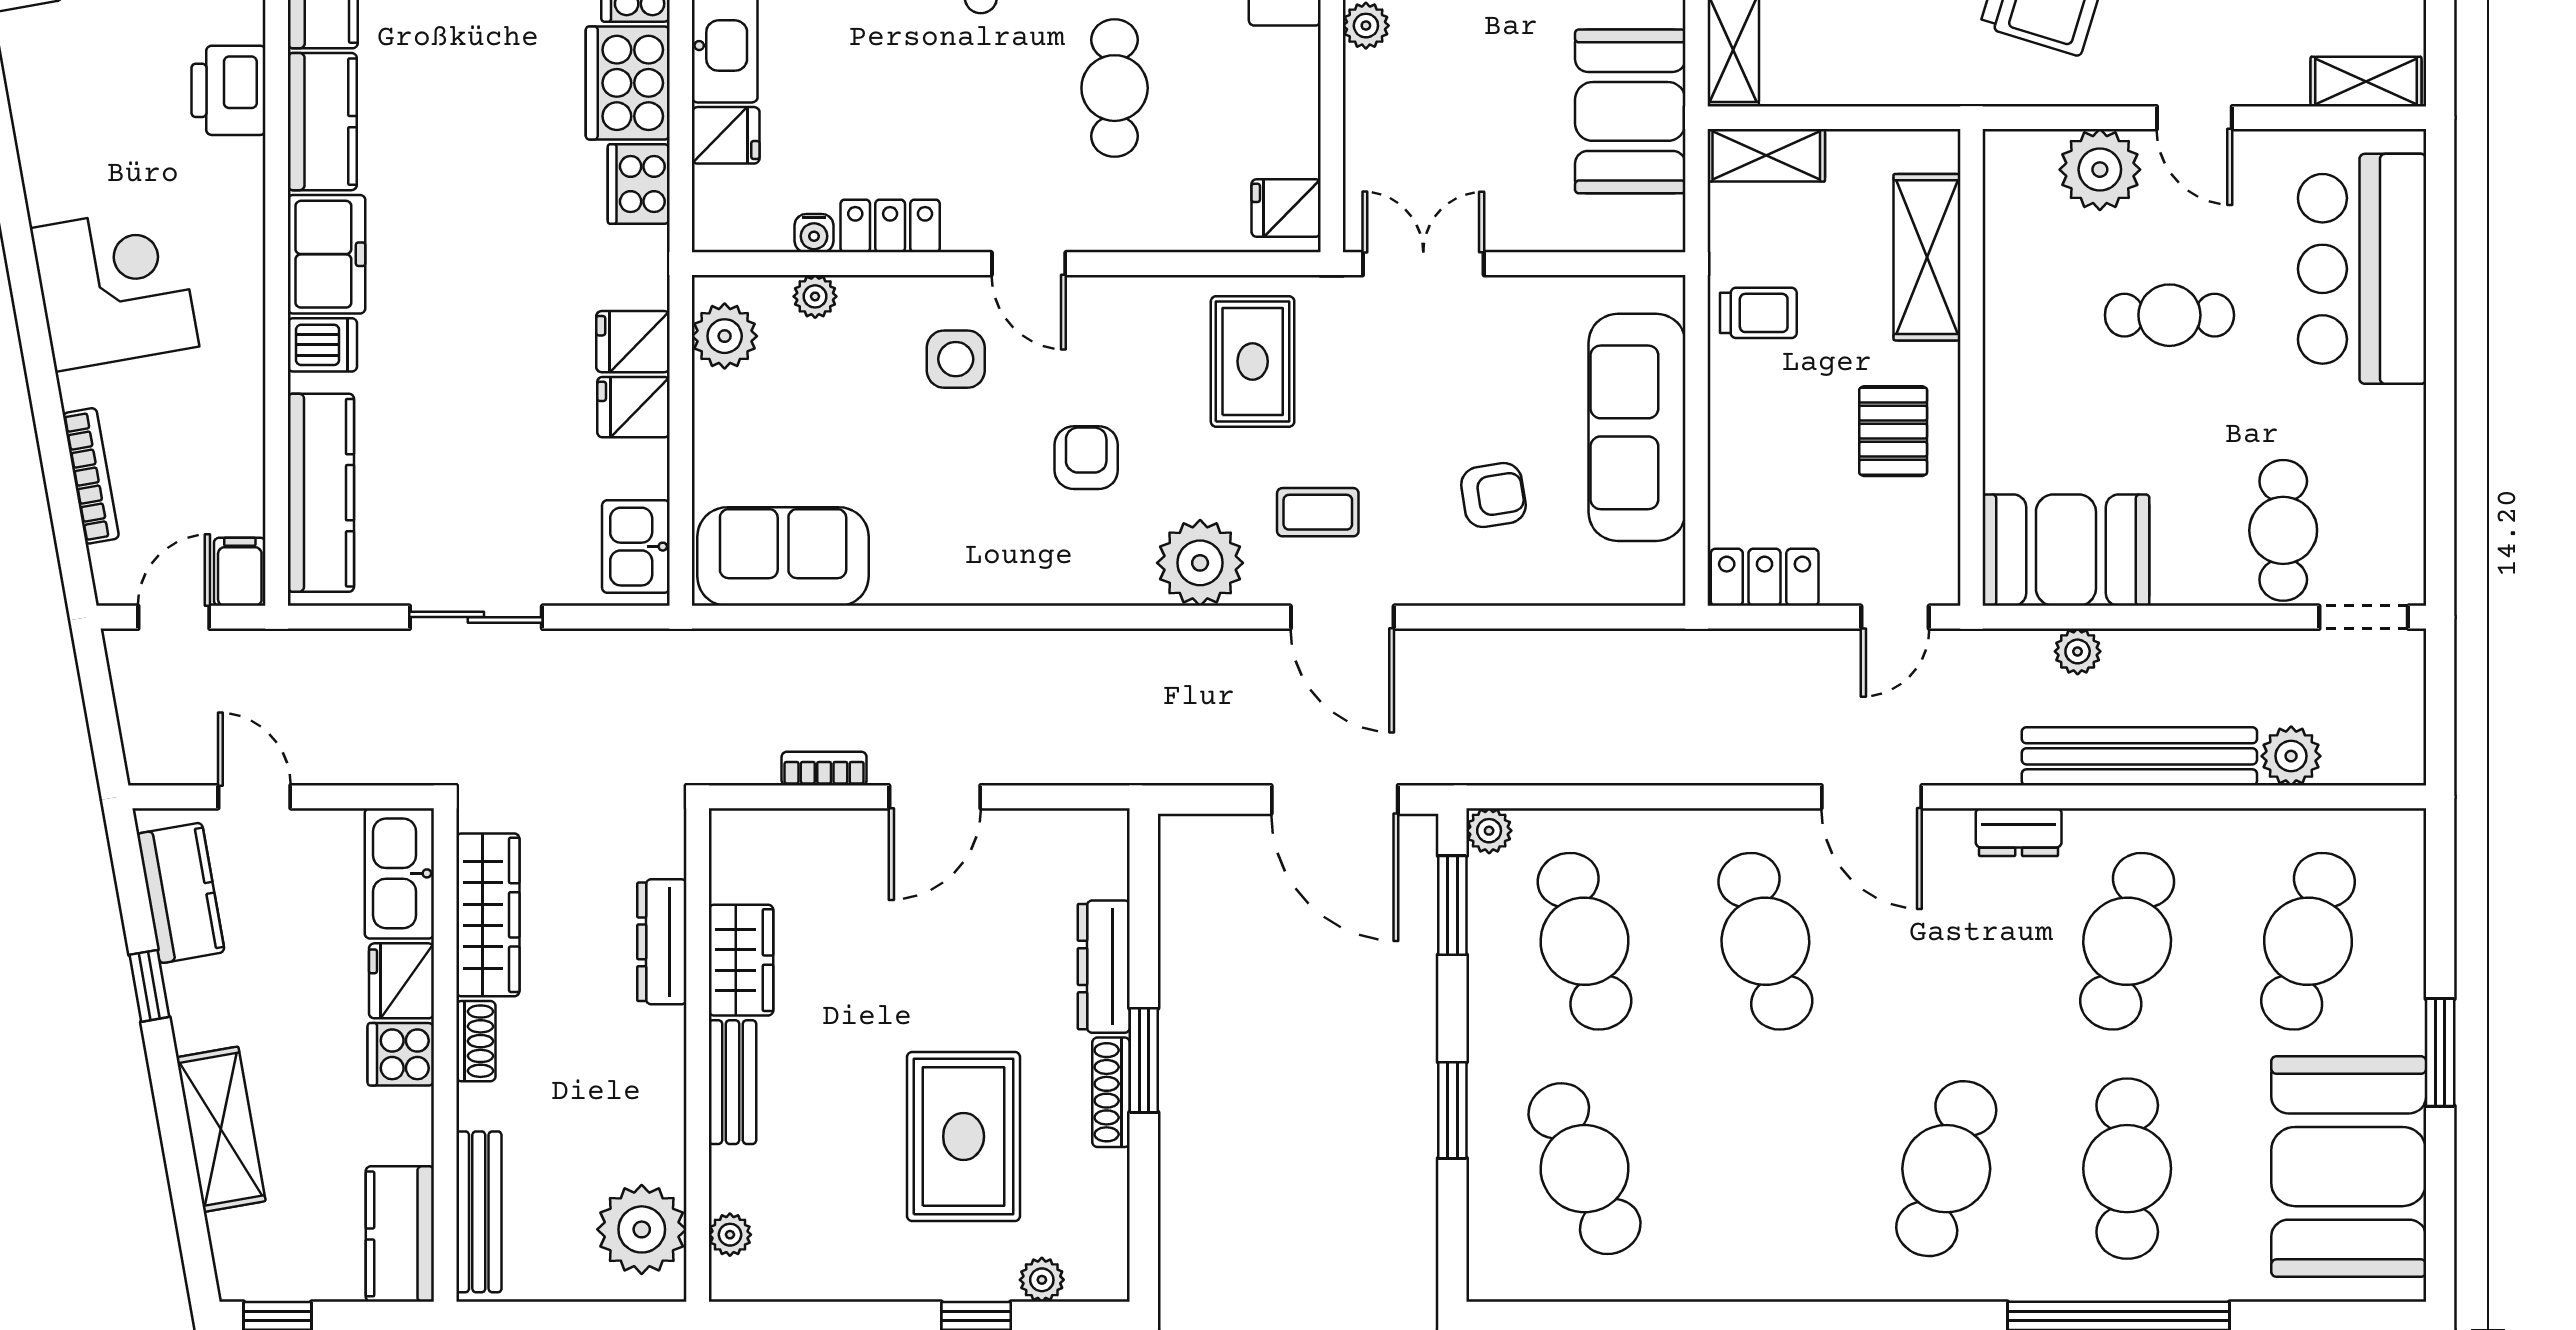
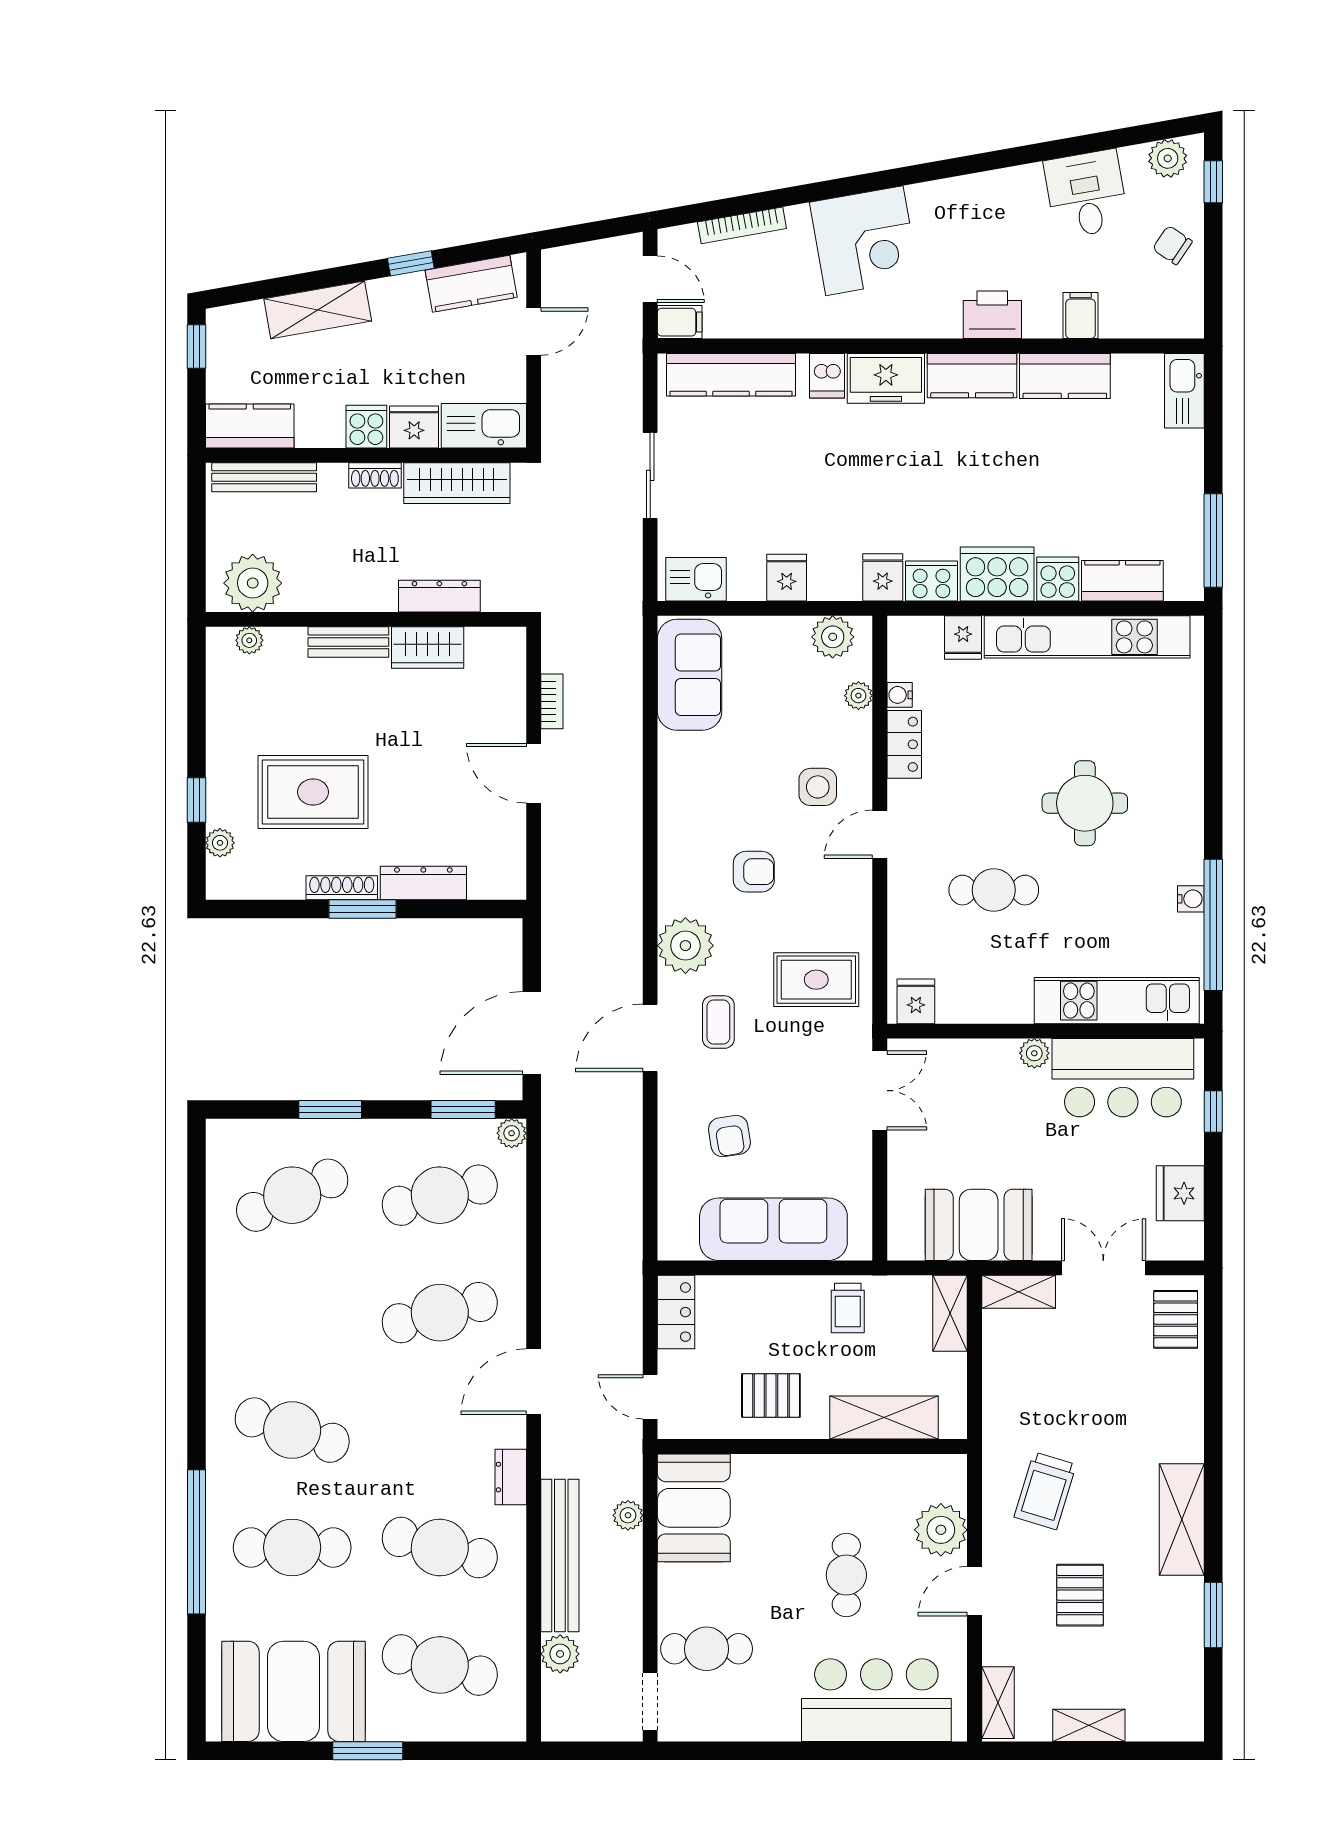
fridge: (633, 342) -> (883, 577), moved

